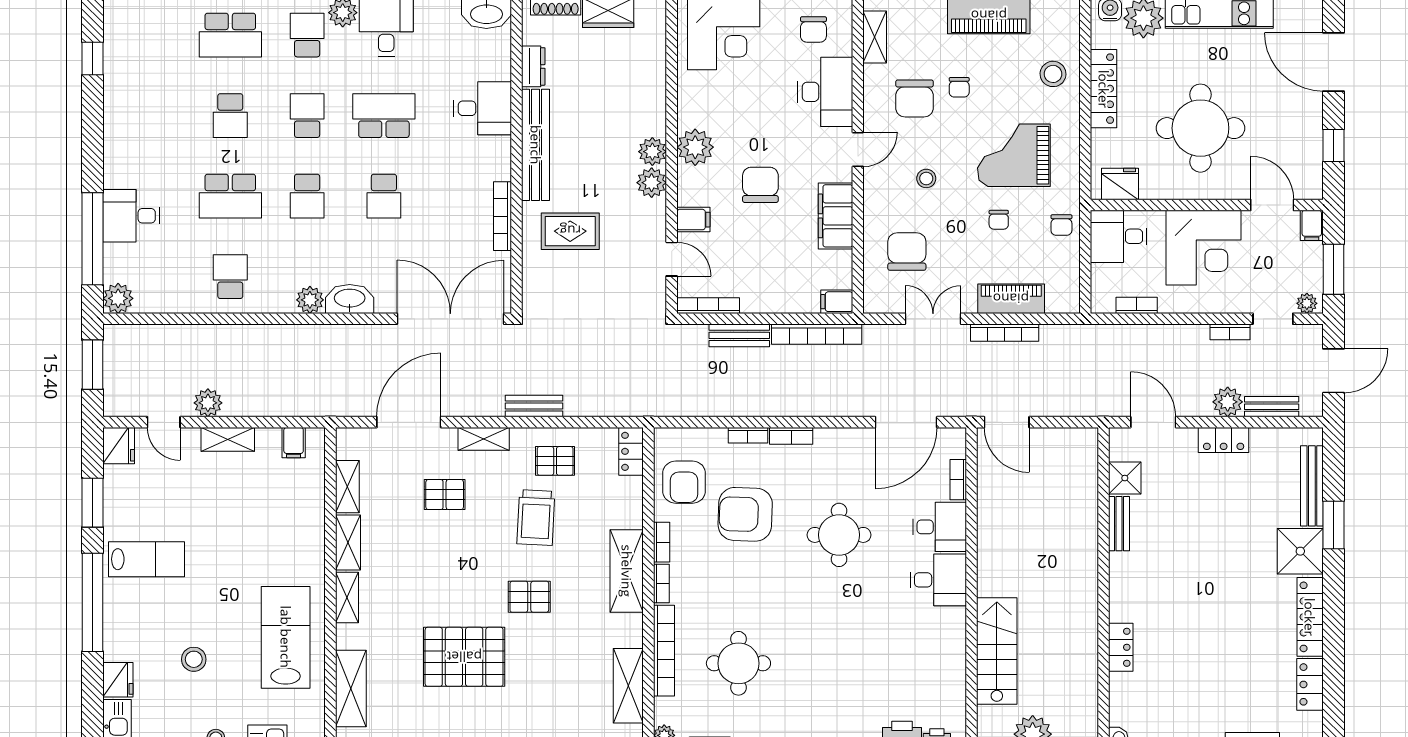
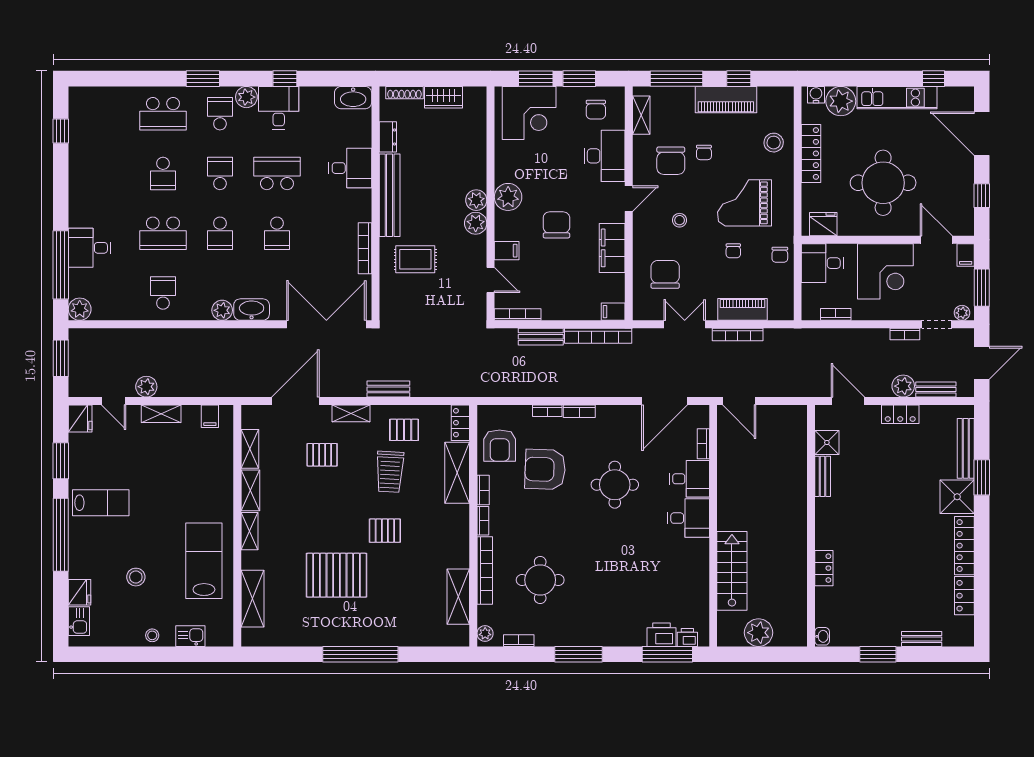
shelving: (627, 571) -> (457, 473), moved

